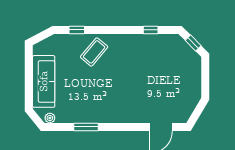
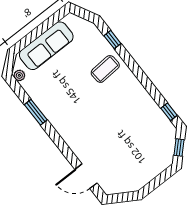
window: (151, 30) -> (169, 112), moved
coffee table: (94, 52) -> (105, 69), turned -44

